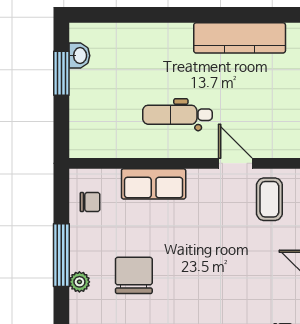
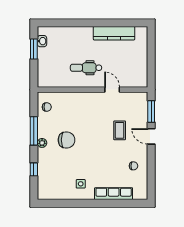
row of seats: (154, 184) -> (75, 99), removed
coffee table: (269, 199) -> (120, 130), moved
chair: (134, 275) -> (66, 140), turned 90

